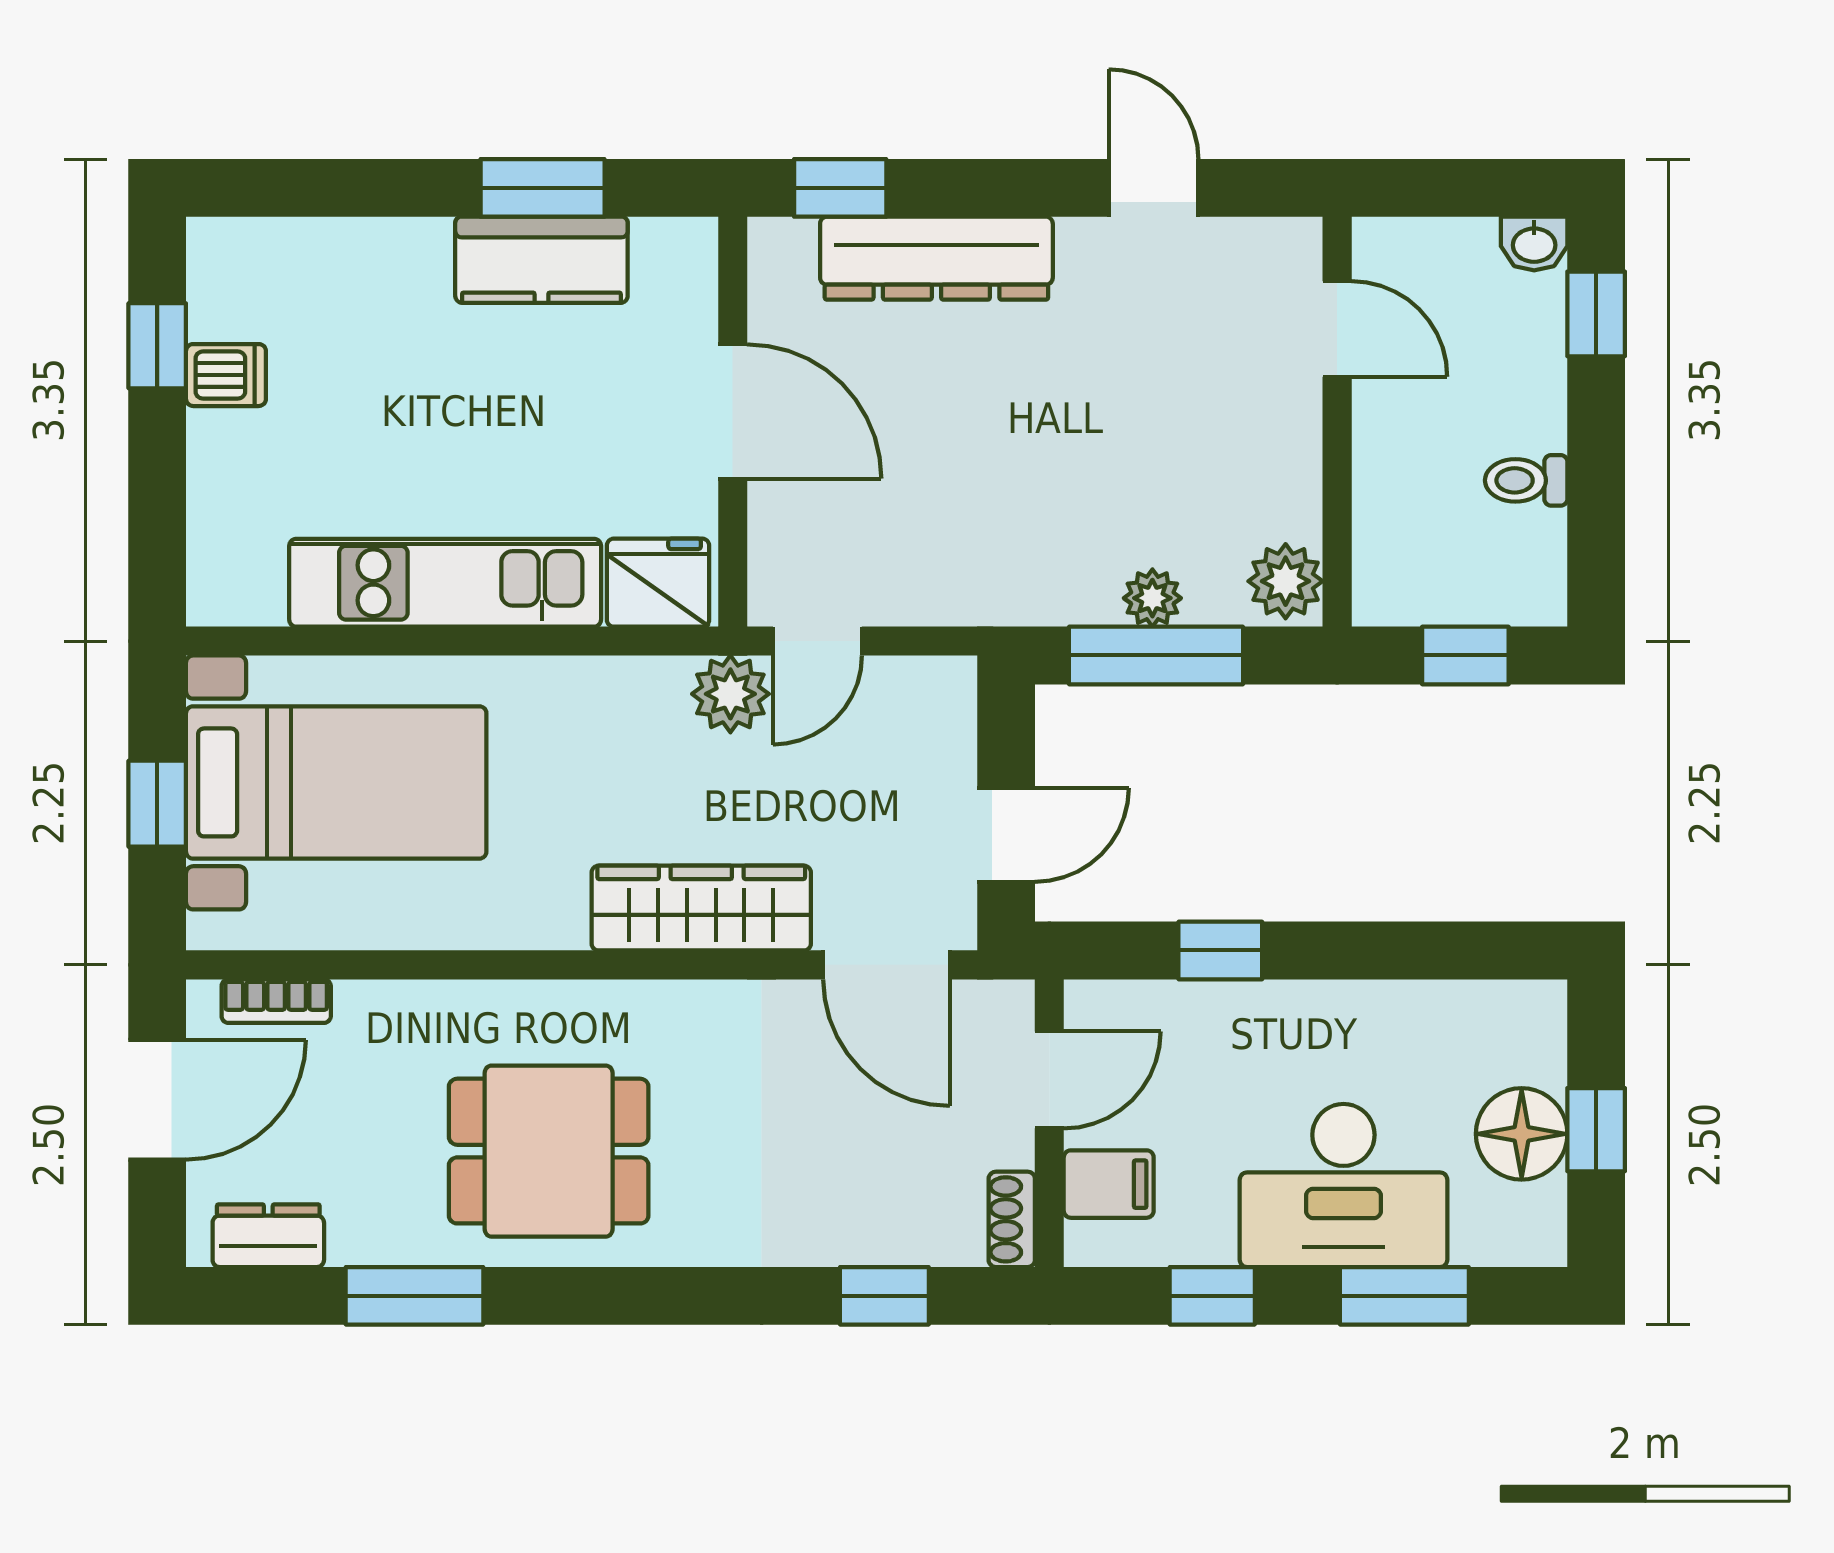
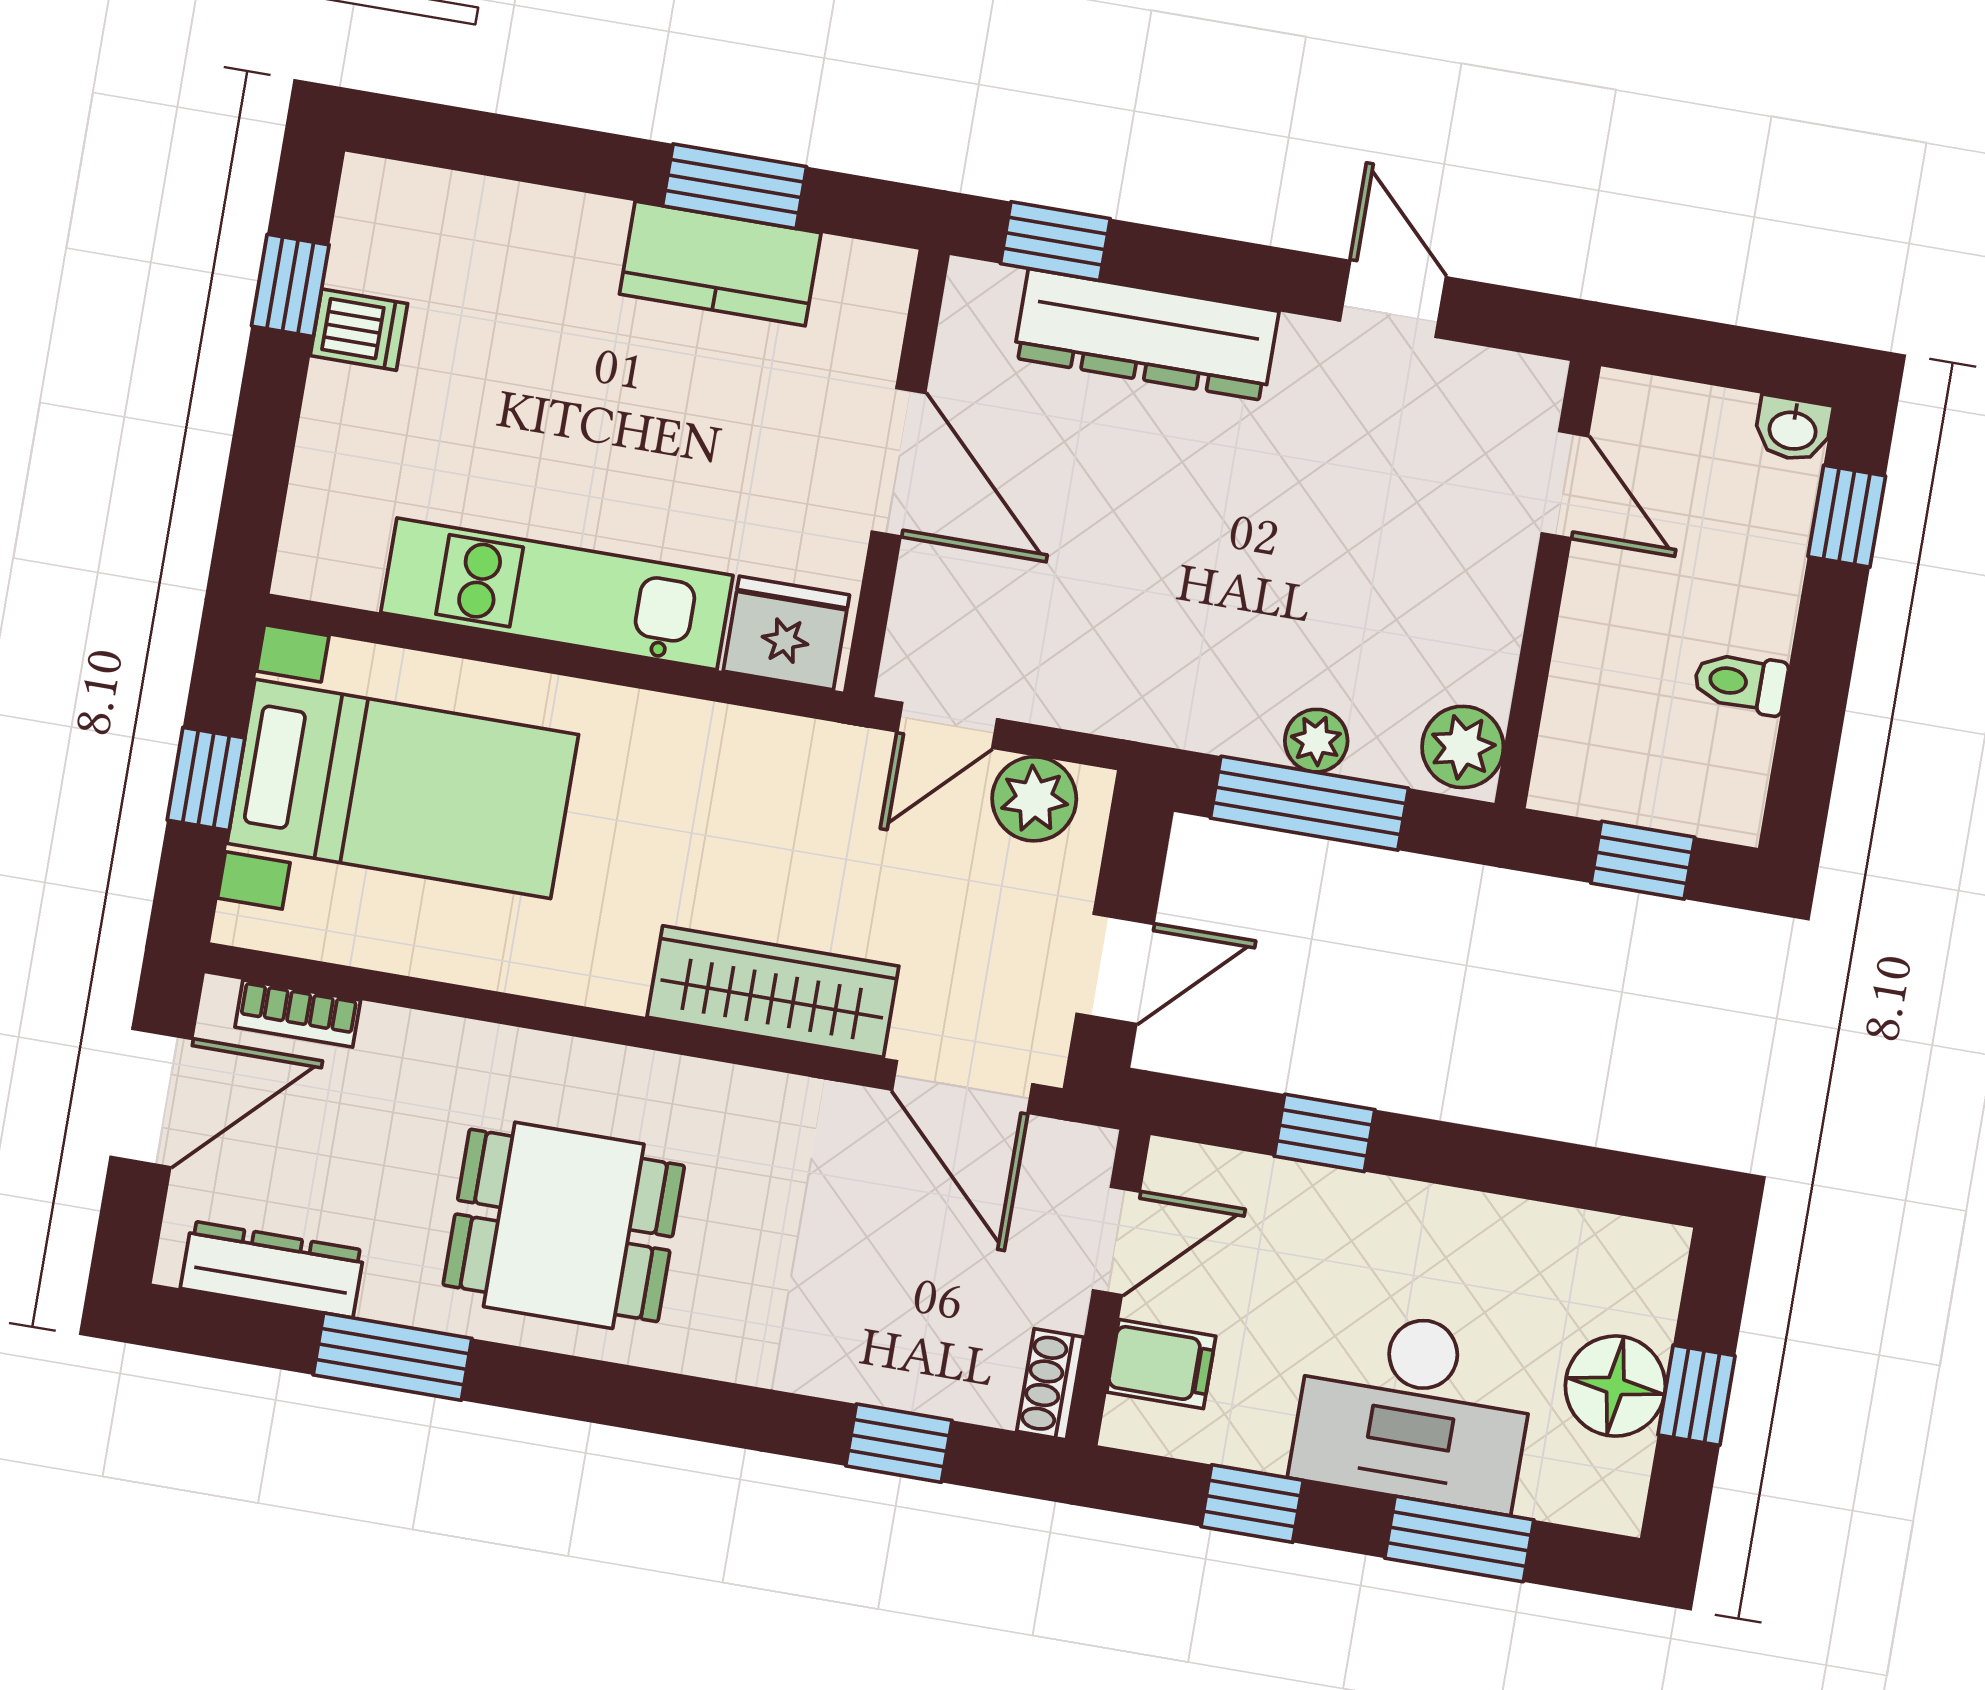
plant: (730, 694) -> (1034, 799), moved
dresser: (268, 1236) -> (272, 1269), width x1.44

